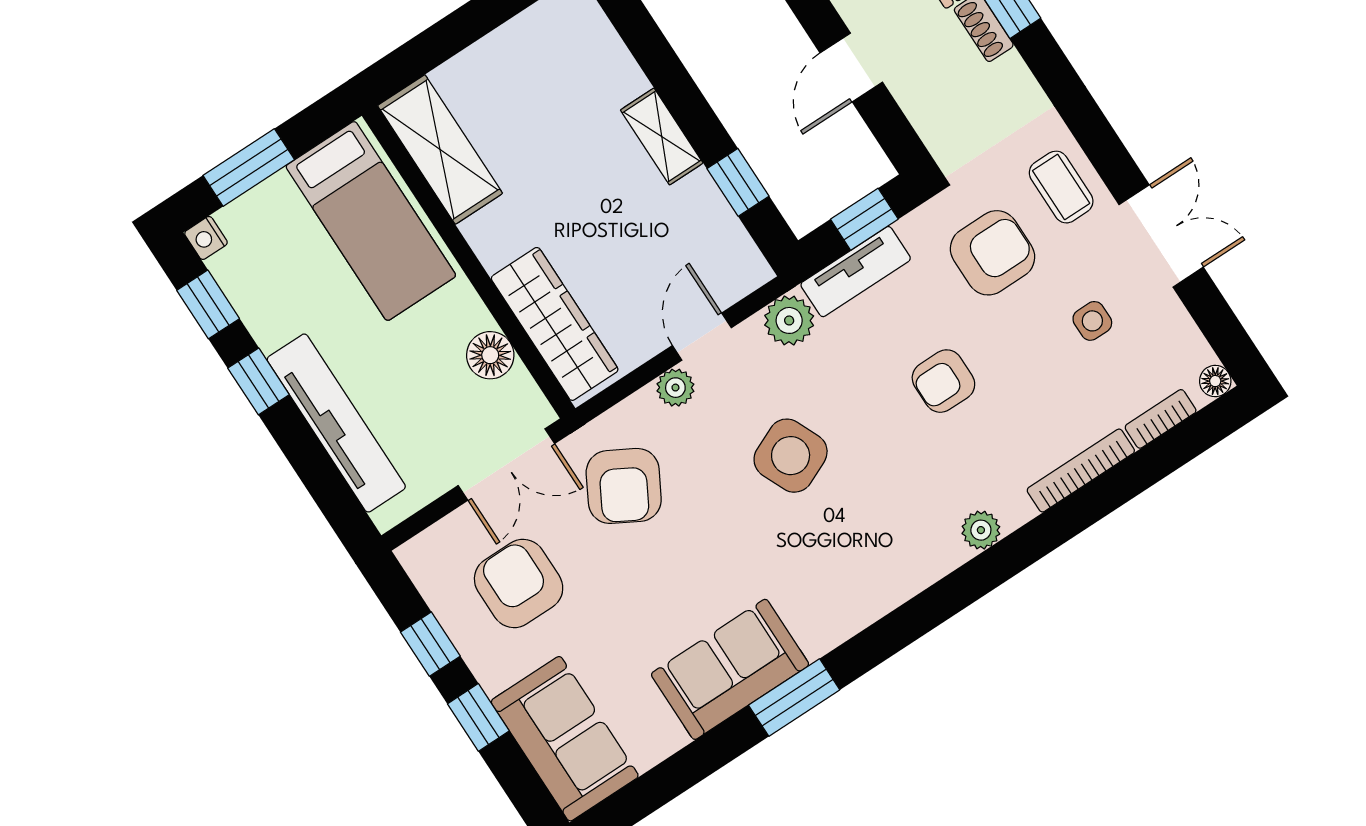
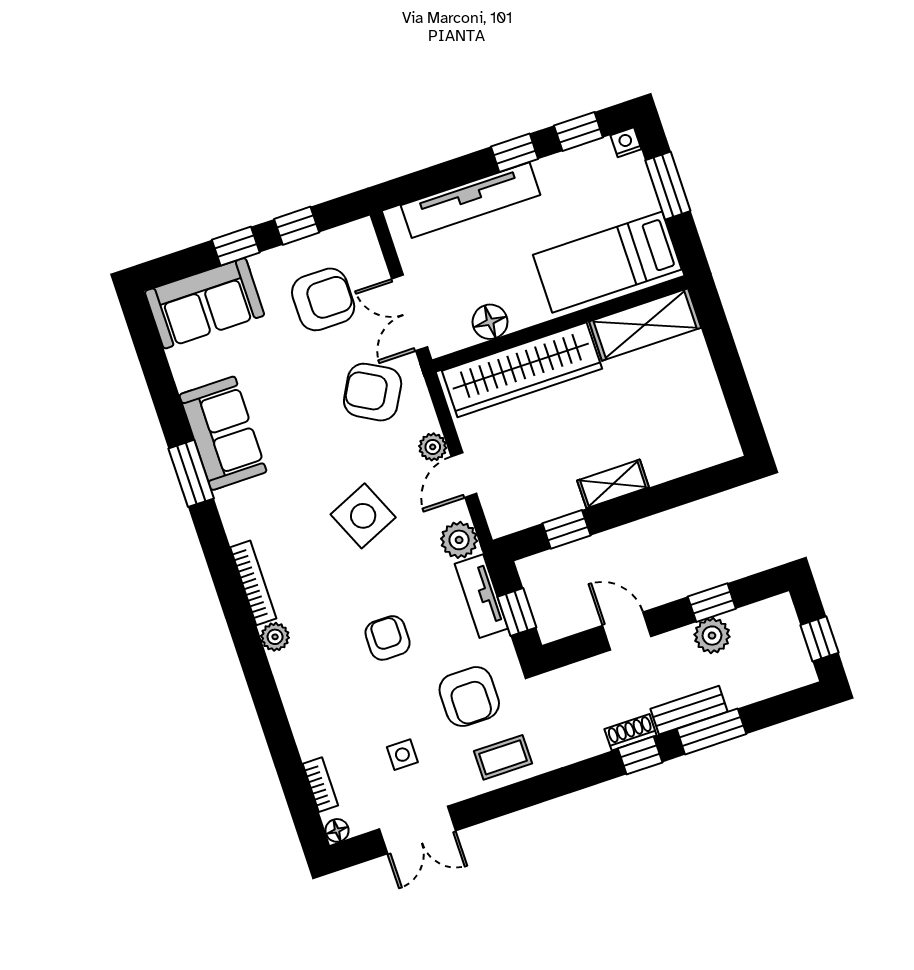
double door: (1161, 236) -> (417, 830), moved
wardrobe: (555, 324) -> (522, 370), width x1.40, depth x1.17
door: (702, 337) -> (464, 475), swing flipped
bookcase: (1081, 471) -> (253, 583), moved

